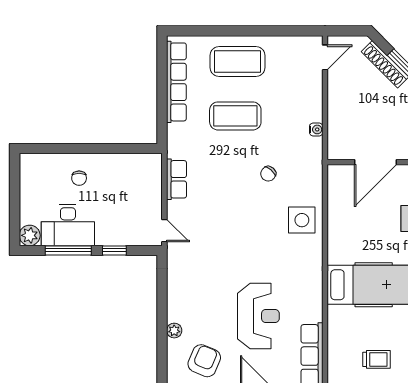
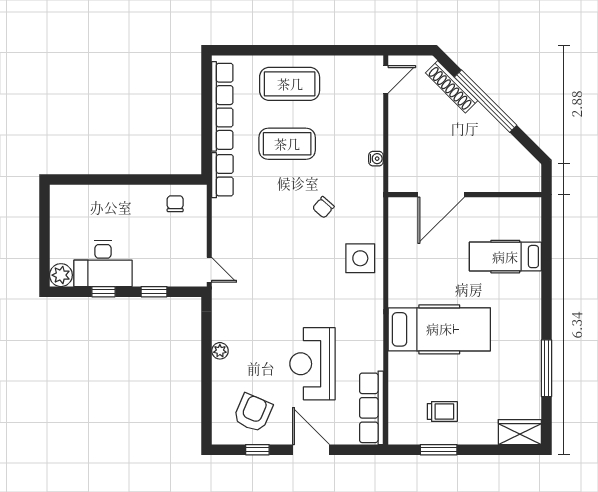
chair: (79, 178) -> (175, 204), moved, turned 180
row of seats: (176, 179) -> (222, 175), moved
window: (68, 250) -> (103, 292), width x0.46
reception desk: (258, 316) -> (312, 364), turned 180
plant: (174, 331) -> (220, 351), moved

